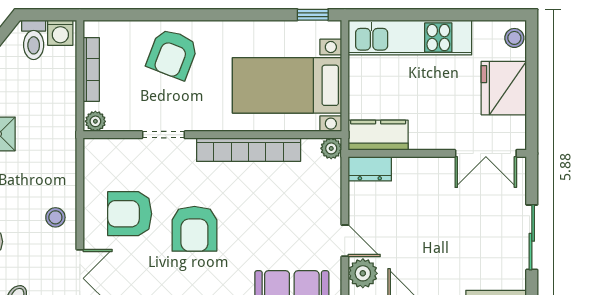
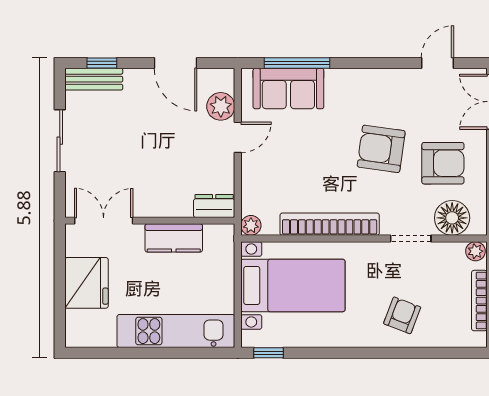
stool: (514, 38) -> (76, 331), removed
armchair: (172, 54) -> (402, 315), width x0.72, depth x0.72
kitchen counter: (378, 135) -> (174, 238), moved
floor lamp: (120, 156) -> (452, 218), added
armchair: (194, 229) -> (381, 149), turned -82
door: (345, 241) -> (238, 137), swing flipped

